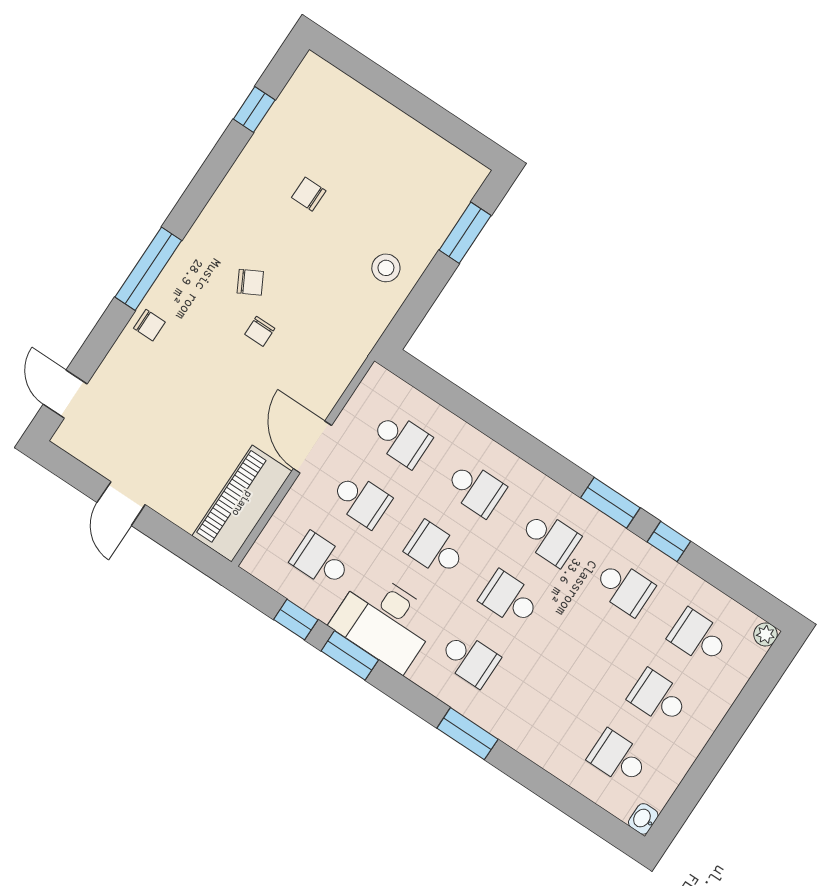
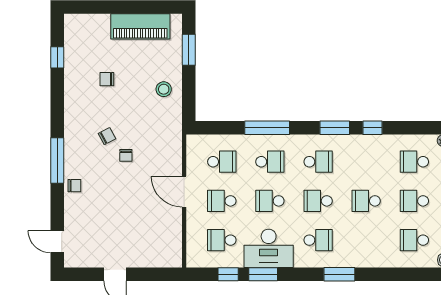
window: (506, 433) -> (267, 128), added
school desk: (361, 500) -> (222, 201), turned 180
piano: (242, 504) -> (140, 26), moved, turned -90
school desk: (624, 588) -> (366, 201), moved, turned 180

